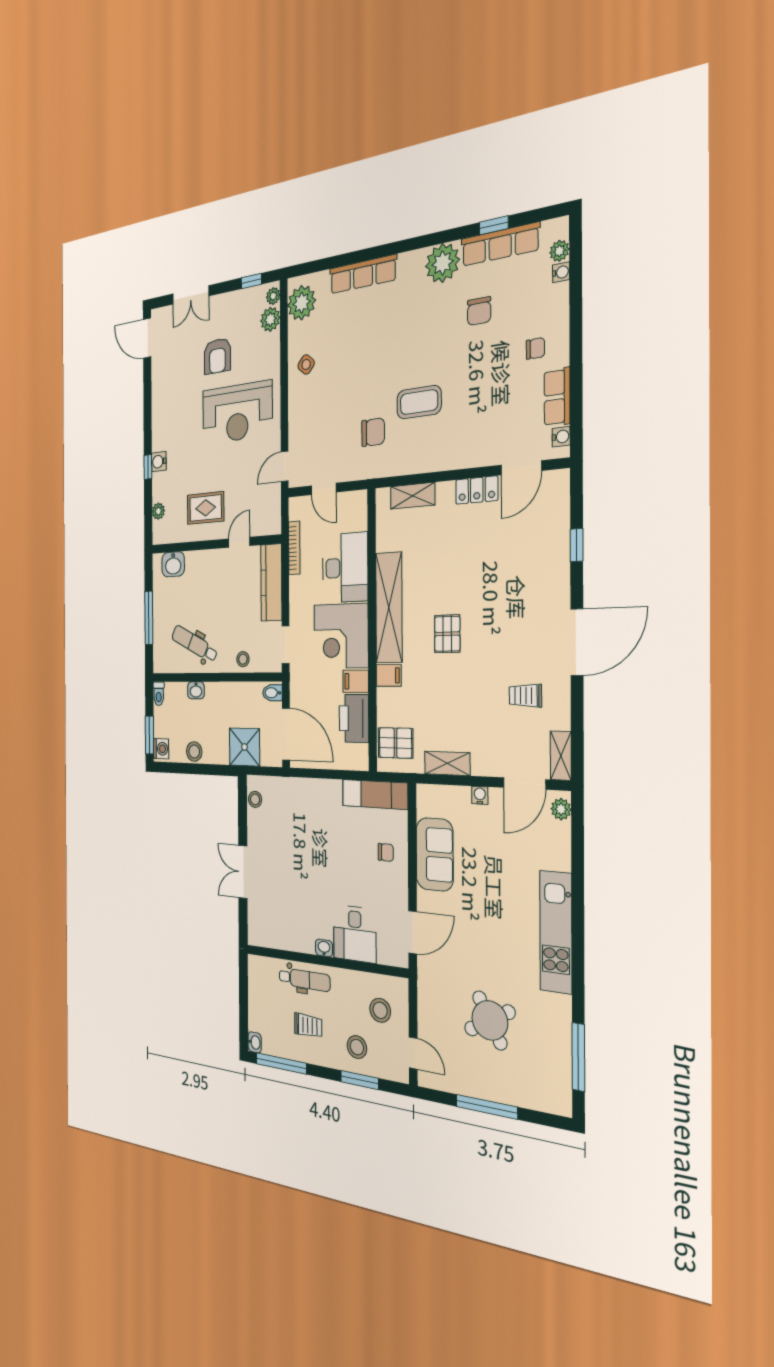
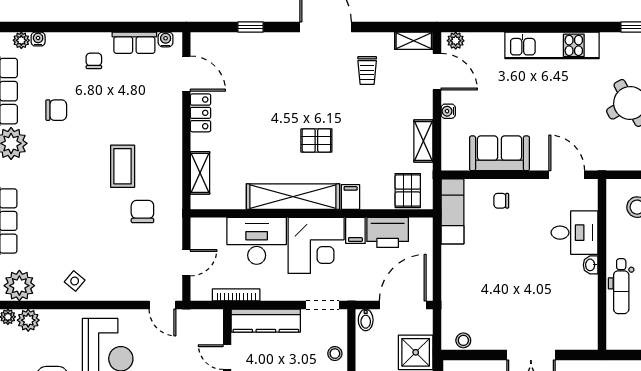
chair: (386, 852) -> (501, 201), turned -90
dental chair: (304, 979) -> (621, 286), turned 180

